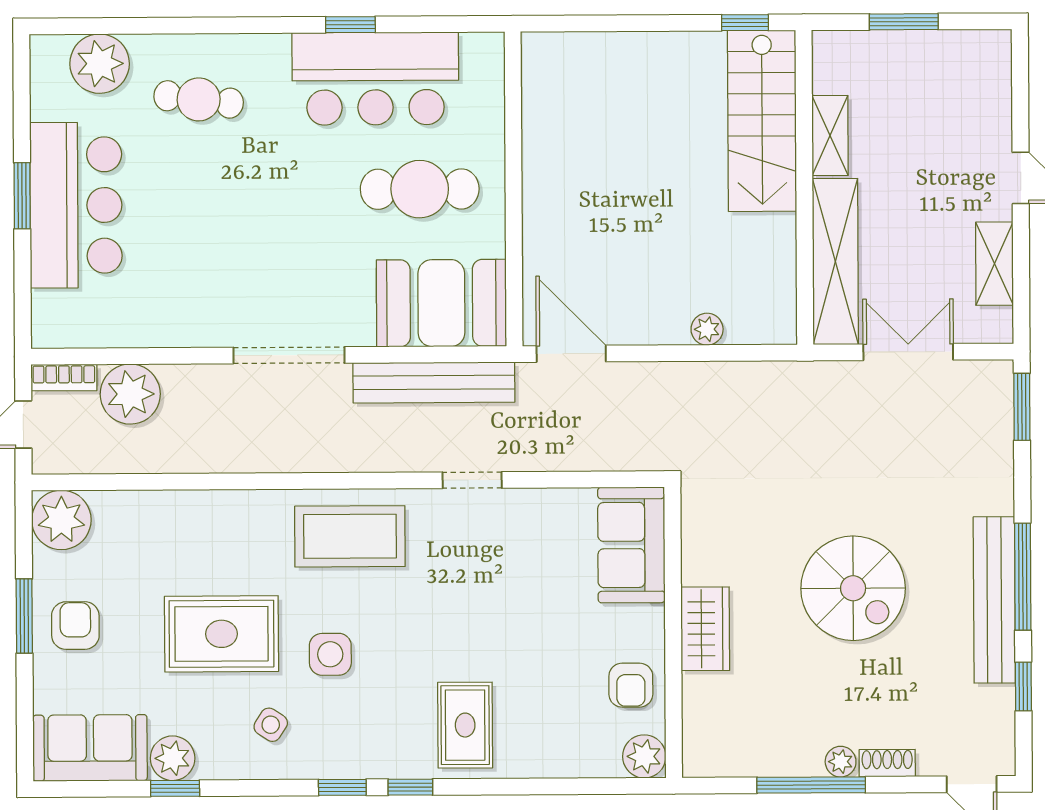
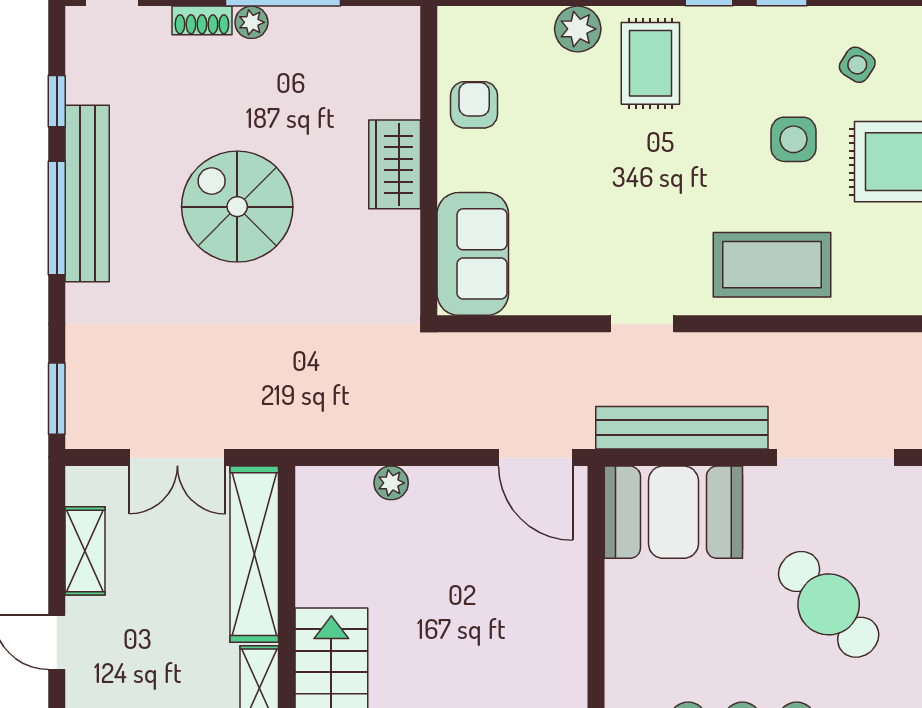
cafe table: (420, 189) -> (829, 604), moved, turned 48
plant: (644, 756) -> (578, 29), moved

